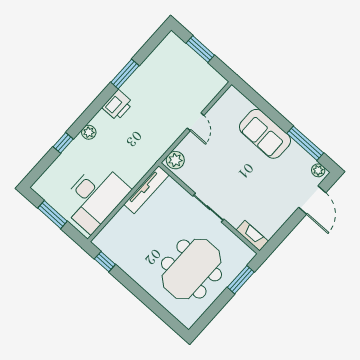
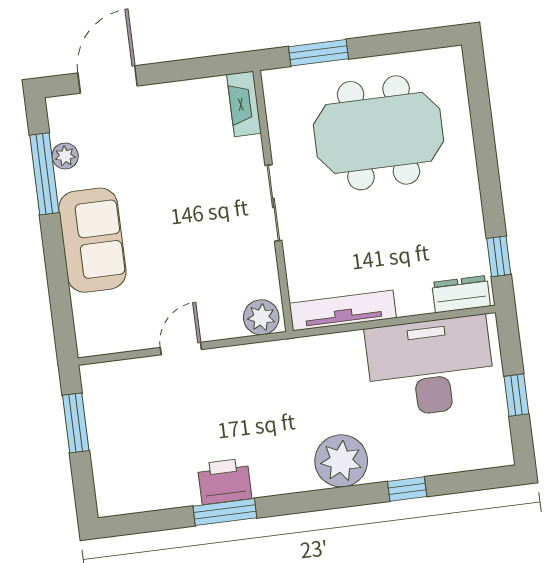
window: (200, 49) -> (76, 423), moved
printer: (118, 105) -> (225, 481), moved
plant: (89, 132) -> (341, 461), width x1.88, depth x1.88
plant: (318, 170) -> (65, 156), moved
window: (53, 215) -> (516, 395), width x0.67
dresser: (107, 235) -> (461, 294), added

